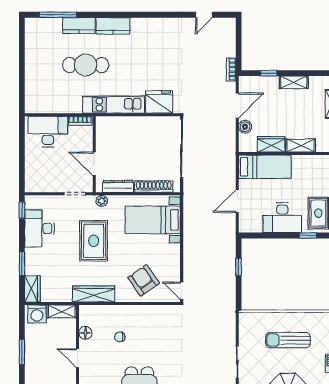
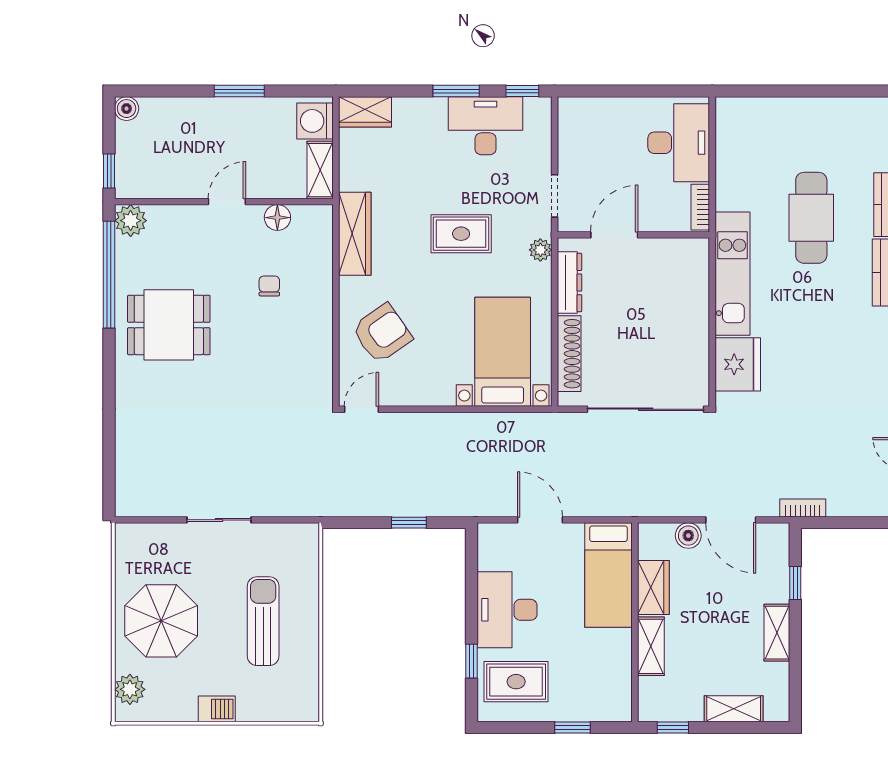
rug: (94, 241) -> (461, 234), width x0.73, depth x0.70
window: (22, 264) -> (456, 91), moved

